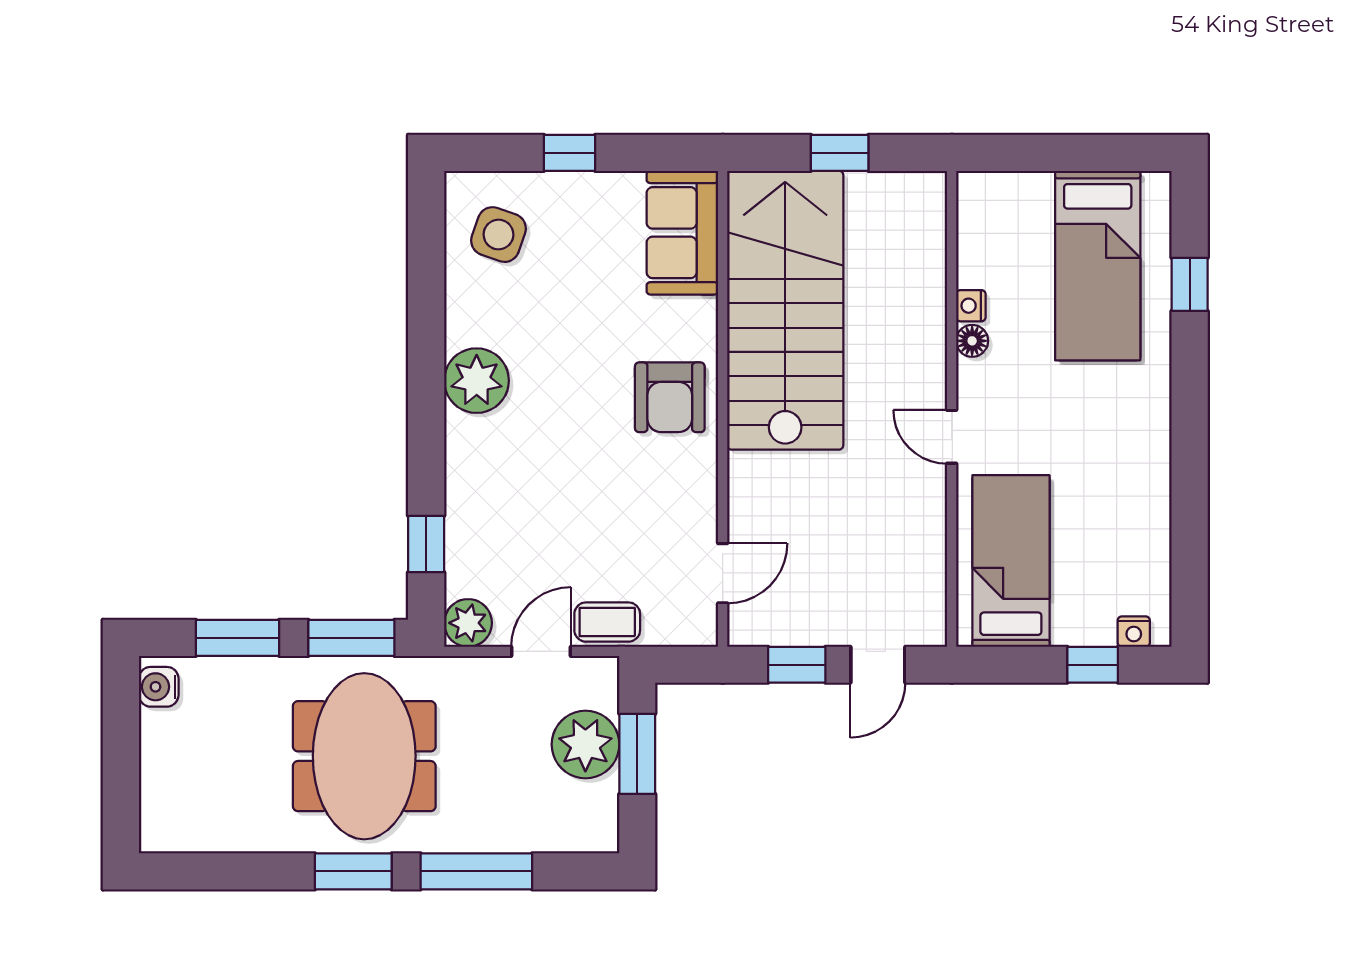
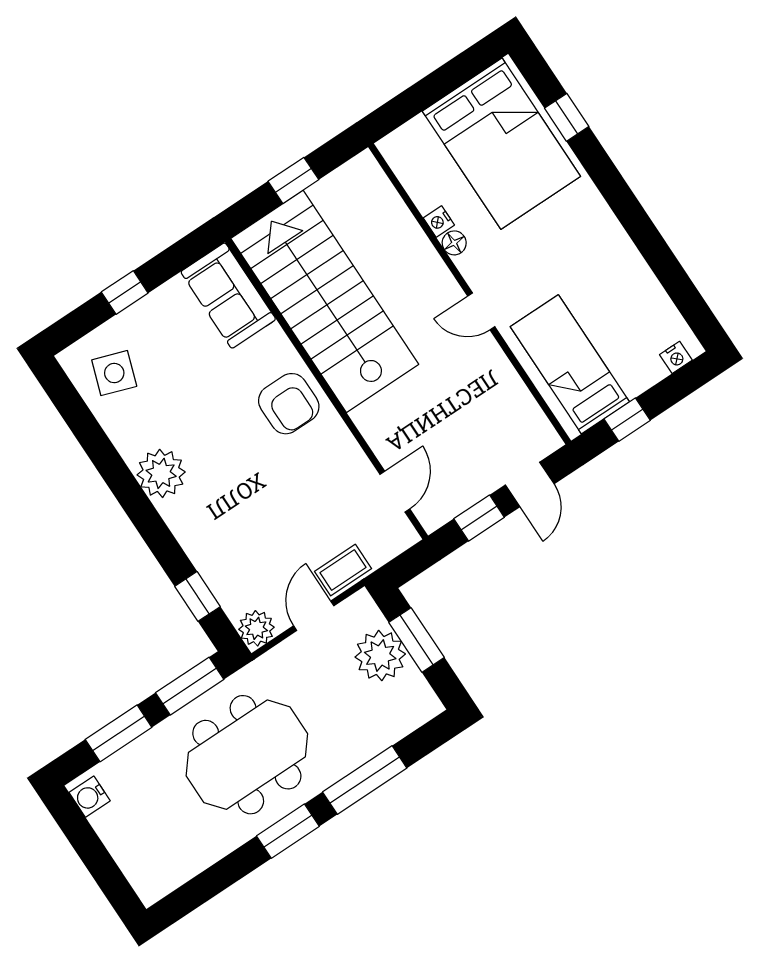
bed: (1098, 266) -> (501, 144), width x1.50
window: (1093, 665) -> (627, 420), moved
meeting table: (364, 756) -> (247, 755), turned 90

